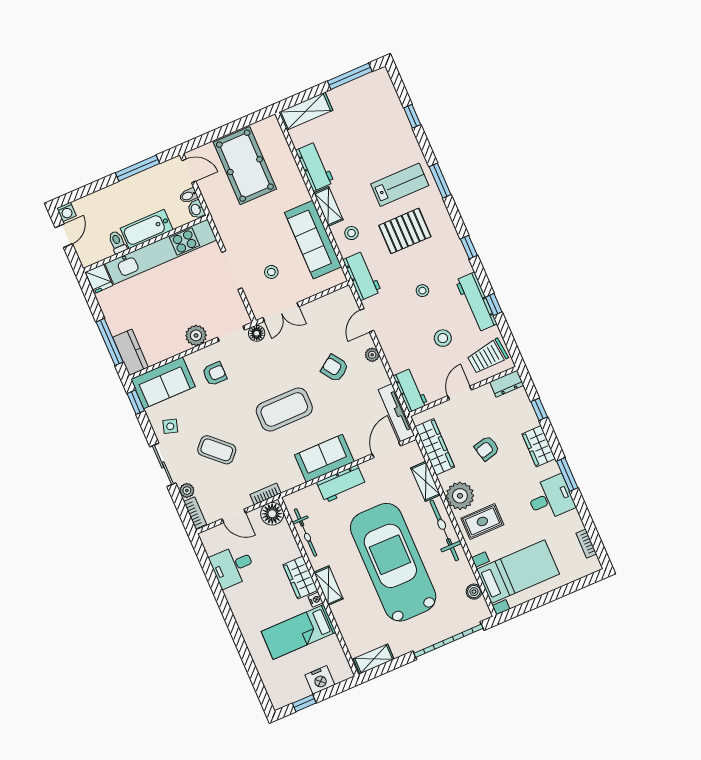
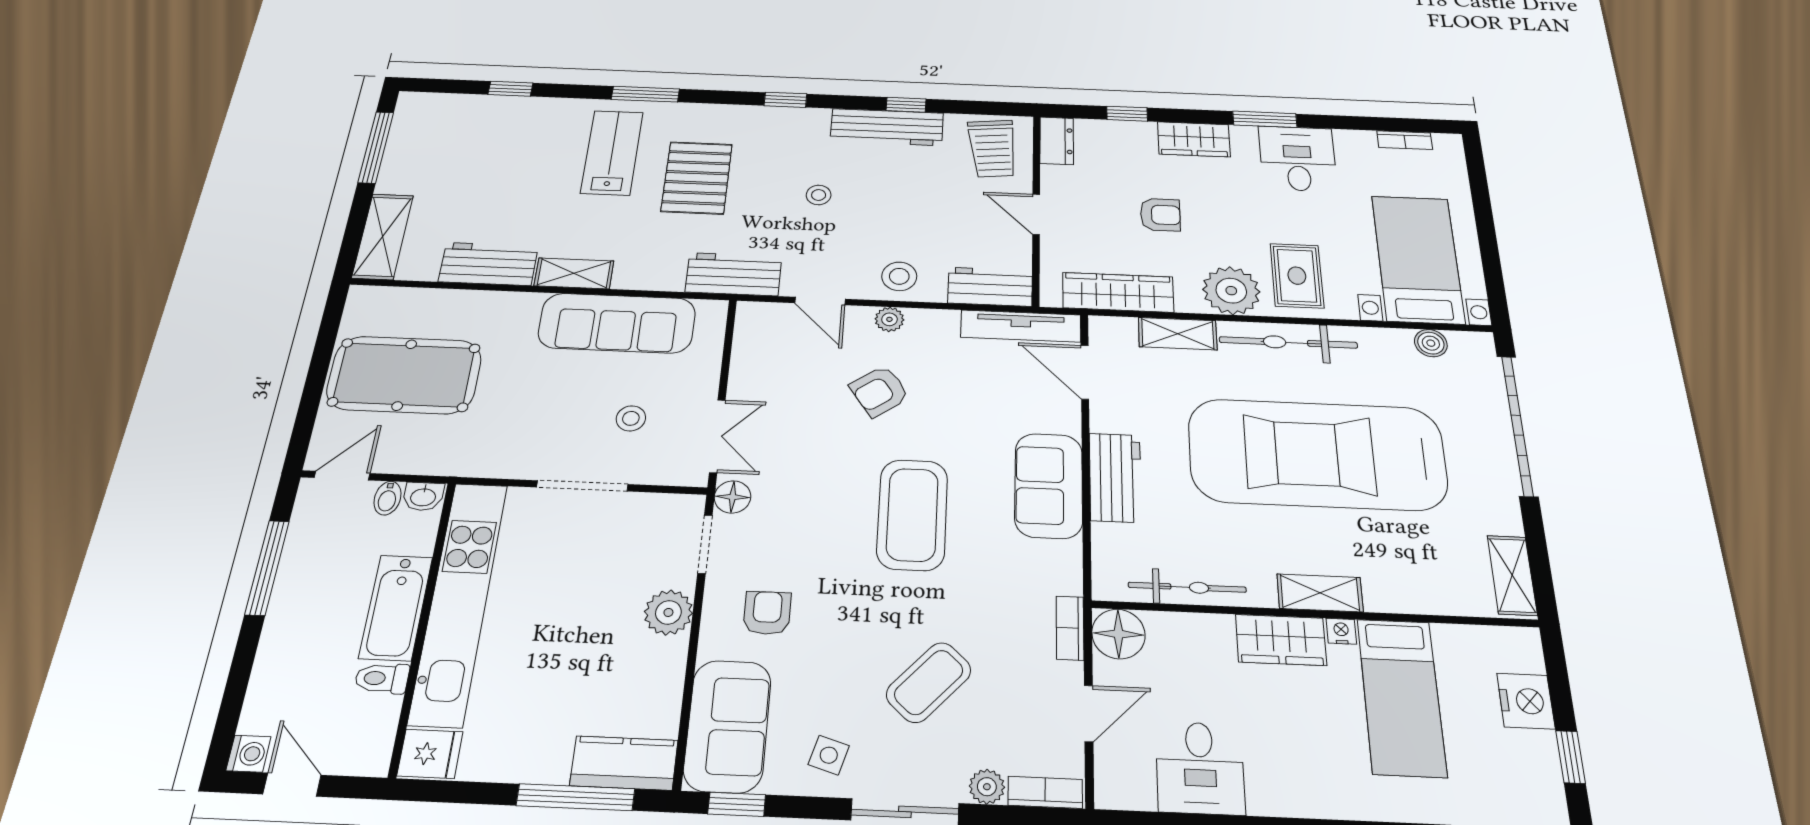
stool: (351, 233) -> (646, 258), removed
stool: (443, 338) -> (899, 276), moved
armchair: (487, 448) -> (1160, 215), turned -76

